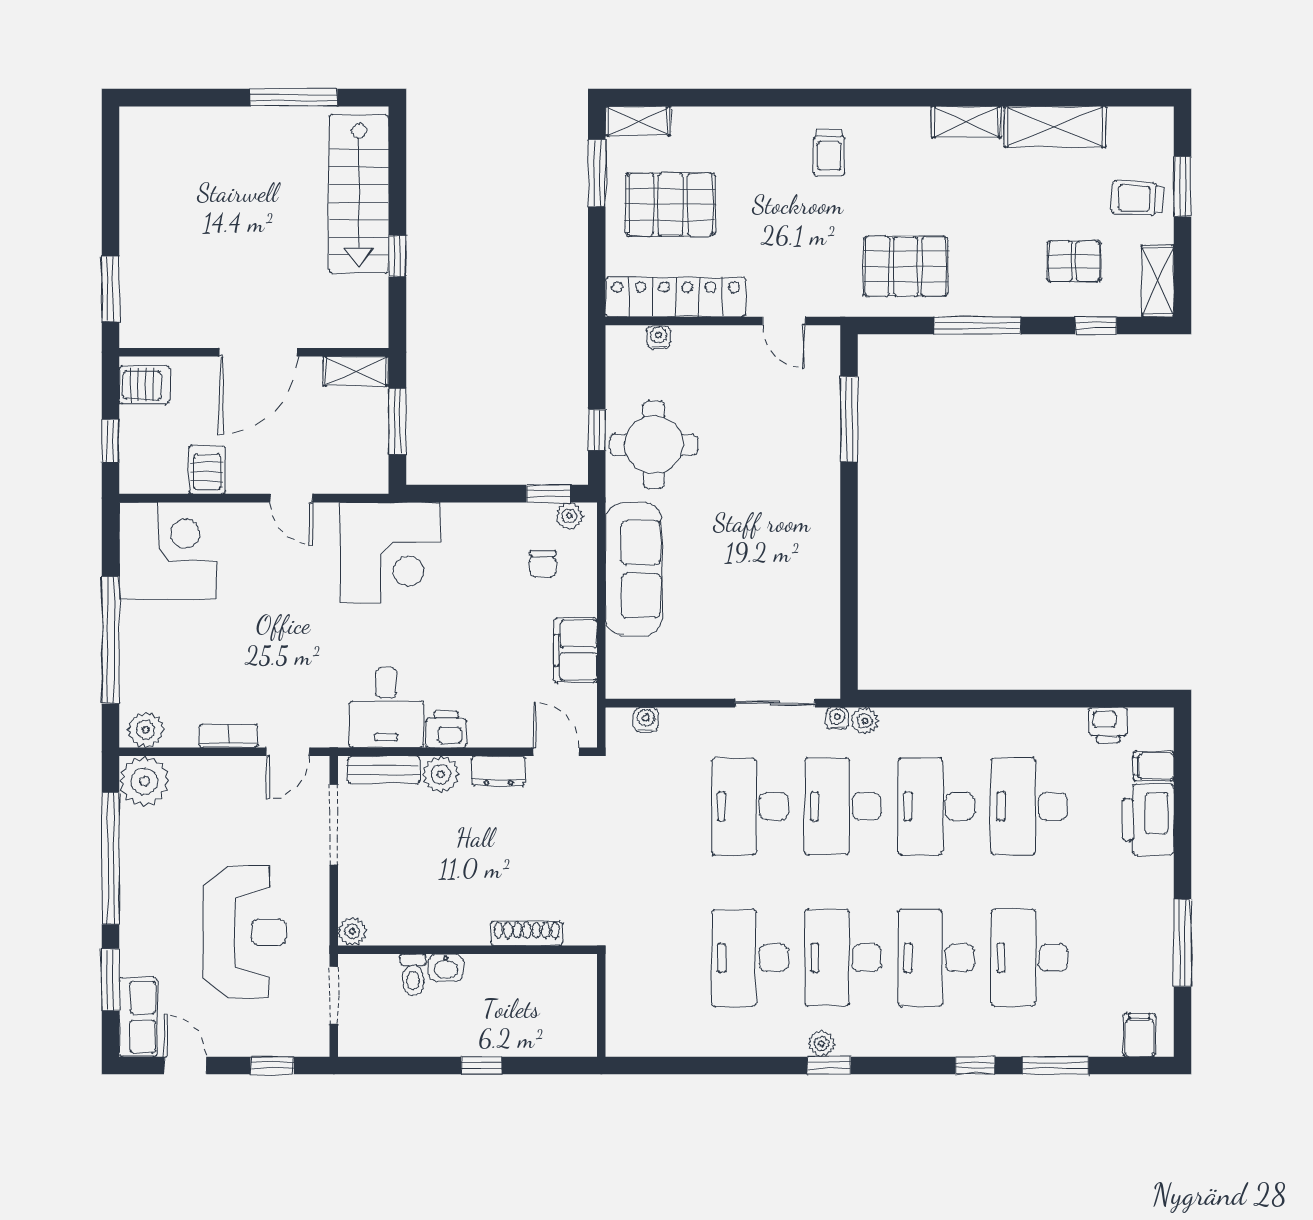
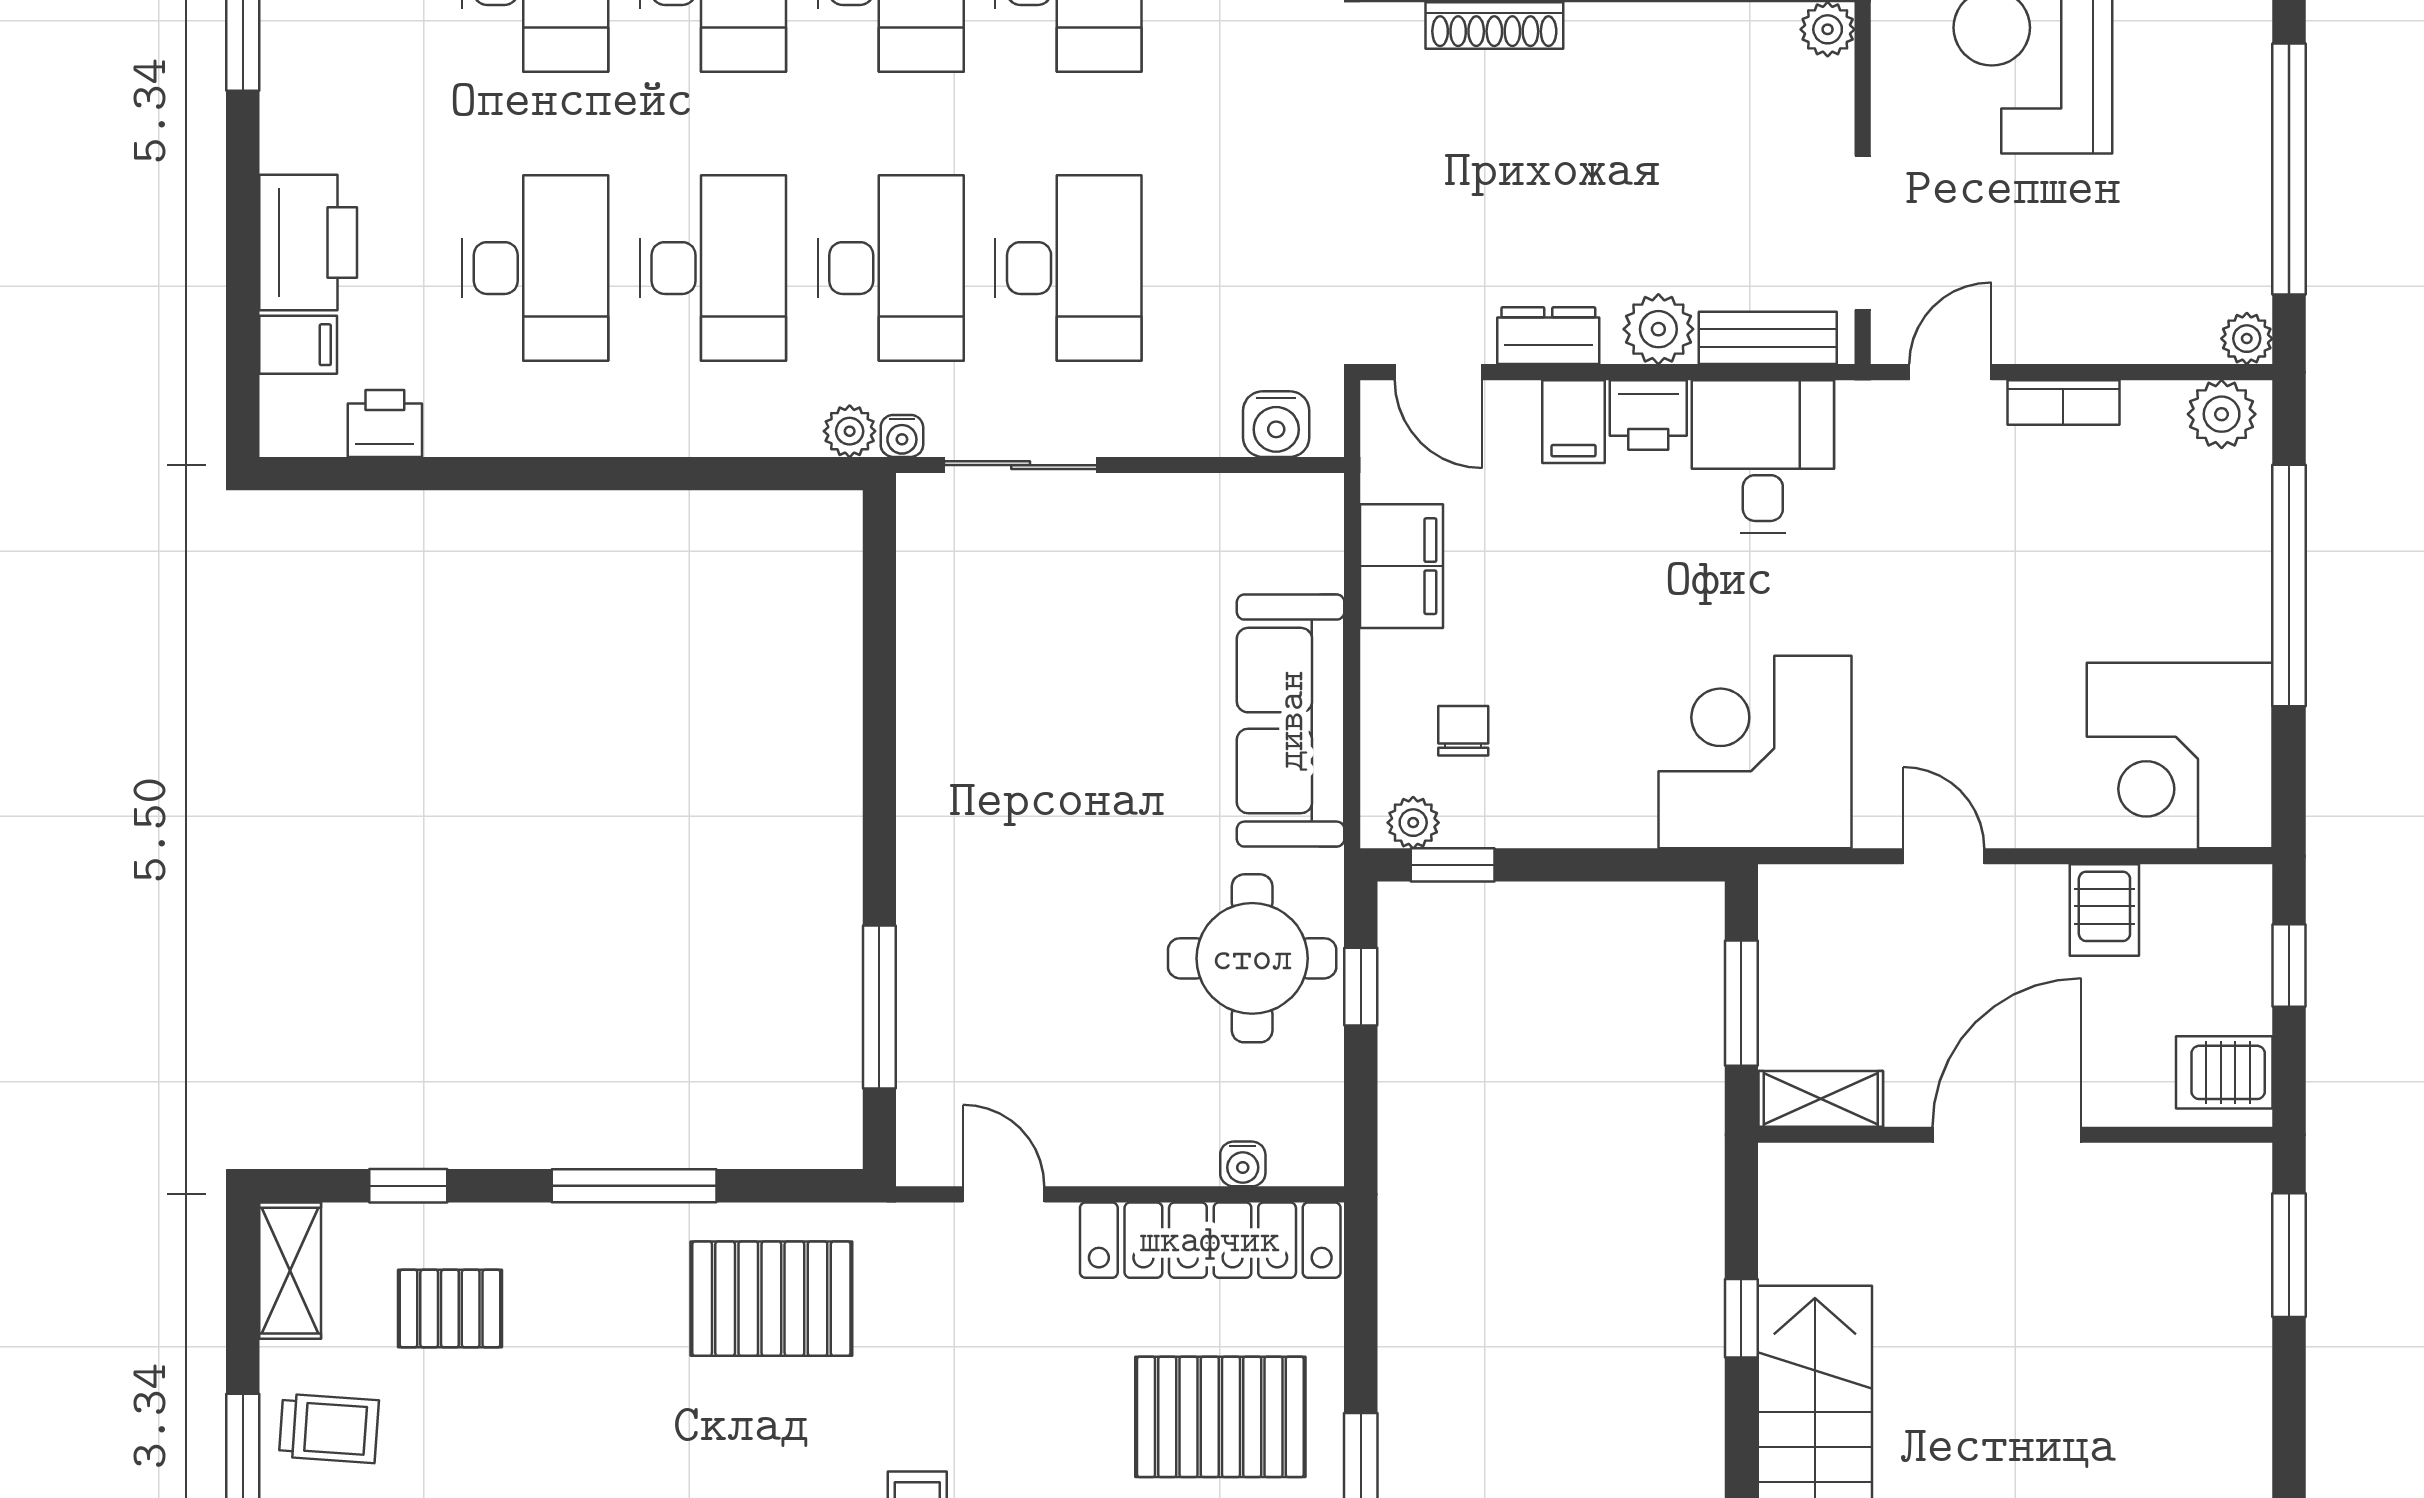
water cooler: (646, 720) -> (1276, 424), width x1.38, depth x1.38
filing cabinet: (485, 726) -> (1574, 422), added
plant: (144, 781) -> (2247, 339), width x0.53, depth x0.53

